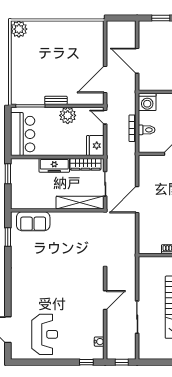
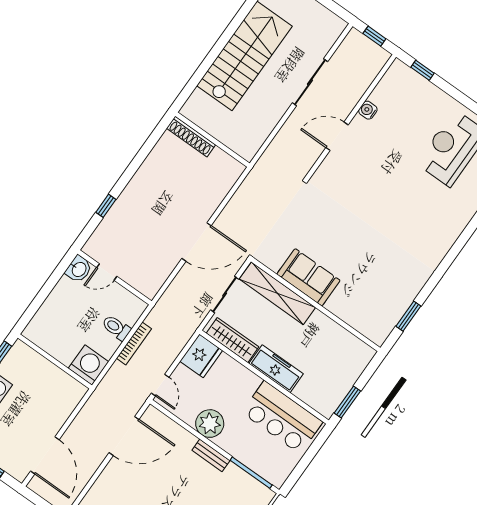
door: (137, 61) -> (45, 455), moved
bar counter: (23, 134) -> (282, 417), moved, turned -90
sofa: (33, 221) -> (308, 277), moved
water cooler: (99, 342) -> (368, 110), moved

